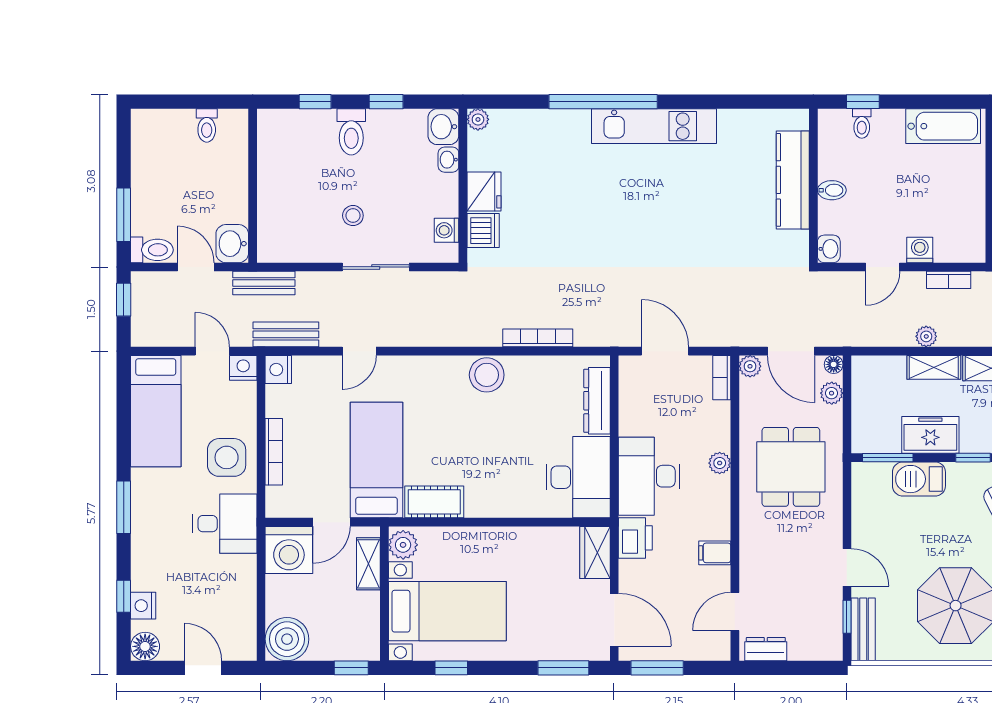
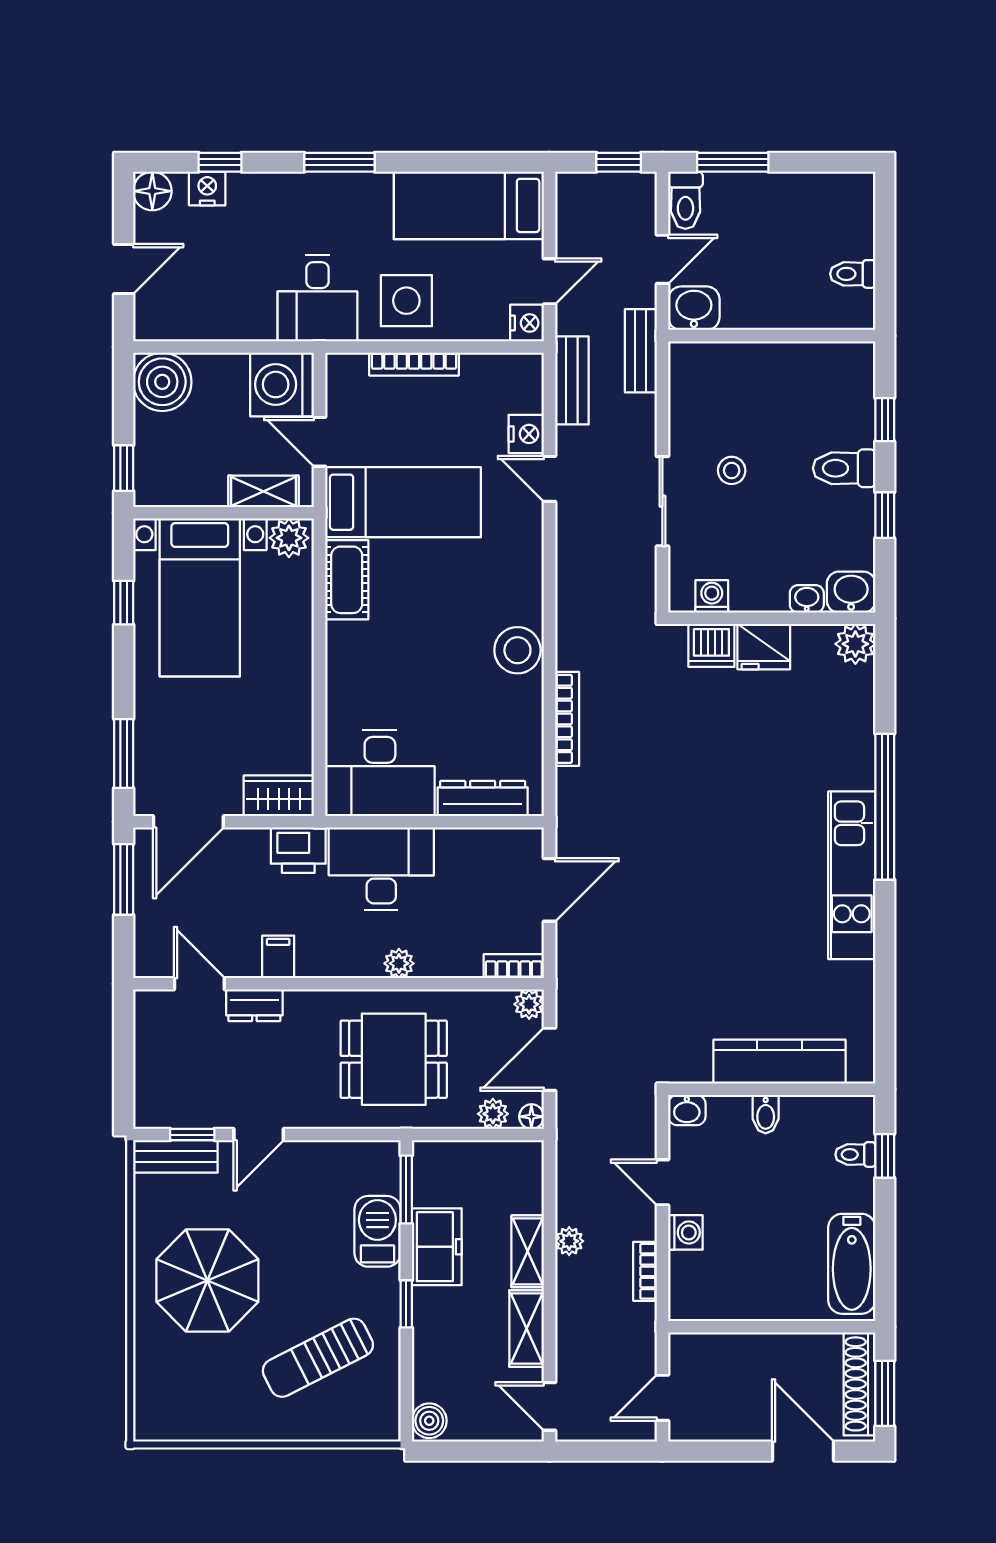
plant: (478, 119) -> (855, 644), width x1.38, depth x1.38
nightstand: (278, 369) -> (526, 434), moved, turned 90
dresser: (766, 649) -> (254, 1005), moved, turned 90

